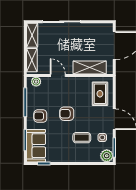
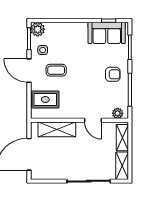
rug: (100, 94) -> (45, 100), turned 90
armchair: (67, 114) -> (83, 77), removed
coffee table: (82, 138) -> (56, 70), moved
sofa: (36, 146) -> (107, 33), moved, turned -90

